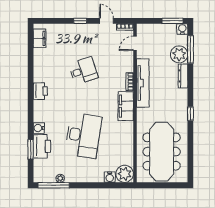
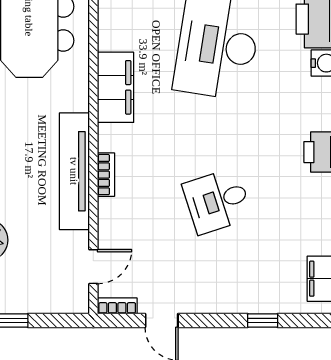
window: (80, 21) -> (263, 321), moved
filing cabinet: (126, 106) -> (115, 87), moved

